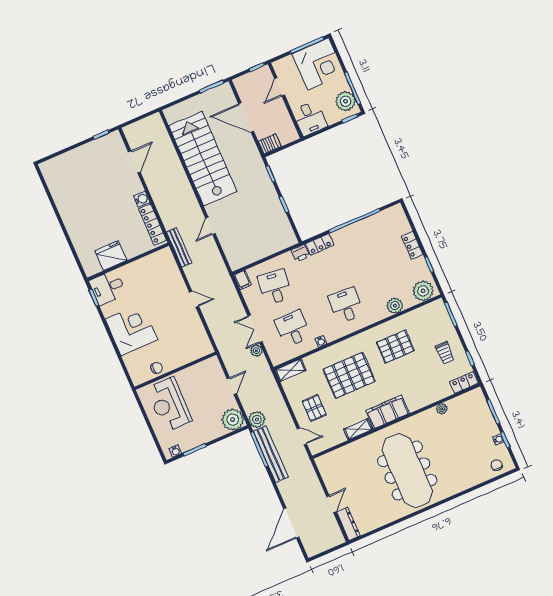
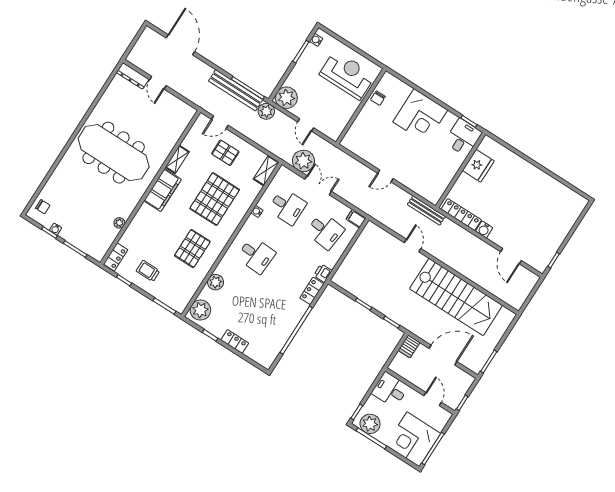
plant: (256, 351) -> (303, 161), width x1.88, depth x1.88

